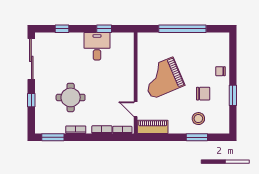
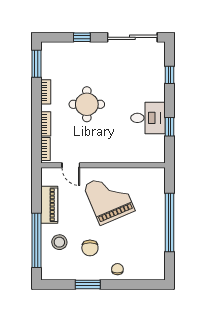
round table: (71, 97) -> (87, 104), moved
door: (136, 109) -> (71, 165), swing flipped
piano: (153, 127) -> (49, 205), moved
window: (197, 137) -> (36, 240), width x2.11

